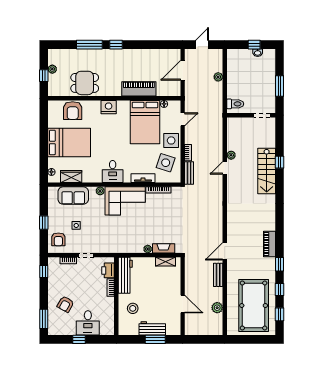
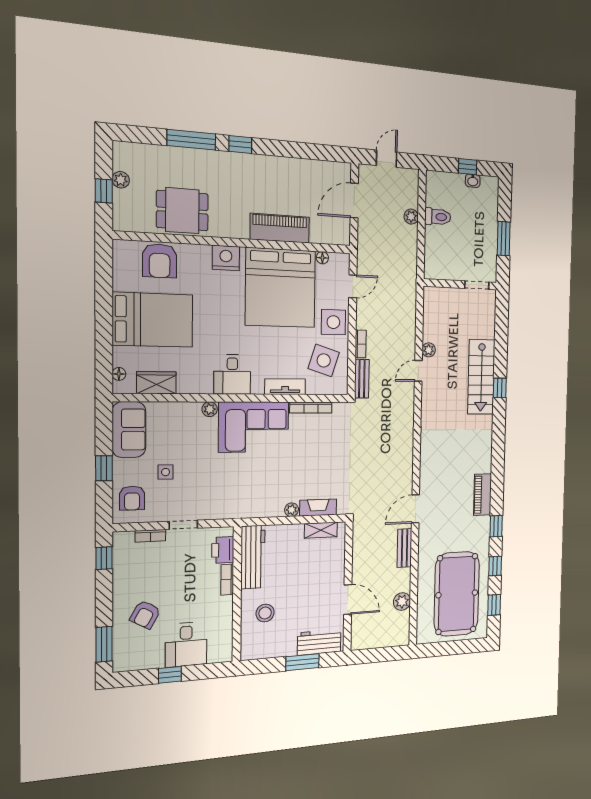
toilet: (235, 104) -> (438, 217), moved
bed: (145, 122) -> (280, 288), width x1.36
window: (279, 162) -> (500, 388), moved
sofa: (73, 196) -> (129, 429), moved, turned -90
workbench: (152, 328) -> (319, 642), moved

